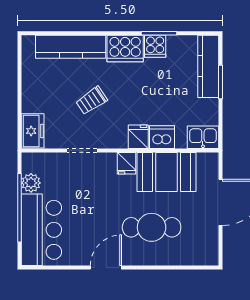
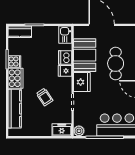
kitchen counter: (208, 66) -> (20, 32), width x0.67
fridge: (126, 163) -> (82, 82), width x1.88, depth x1.34
plant: (31, 183) -> (79, 131), moved

